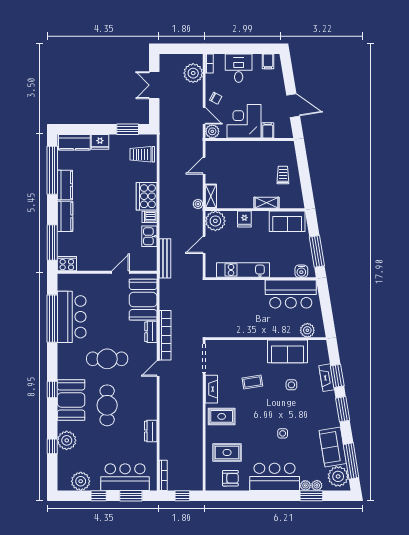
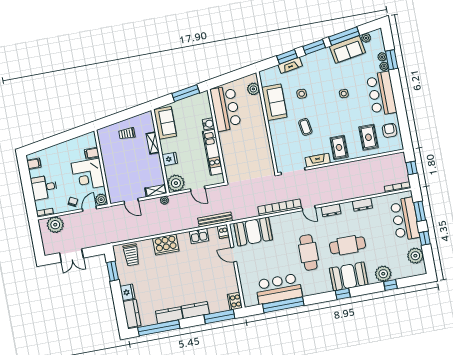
door: (293, 106) -> (67, 136), removed
dishwasher: (149, 217) -> (223, 231), moved
water cooler: (301, 271) -> (209, 124), moved
dresser: (151, 332) -> (331, 210), moved
window: (351, 461) -> (344, 36), moved
plant: (338, 476) -> (366, 38), width x0.53, depth x0.53

